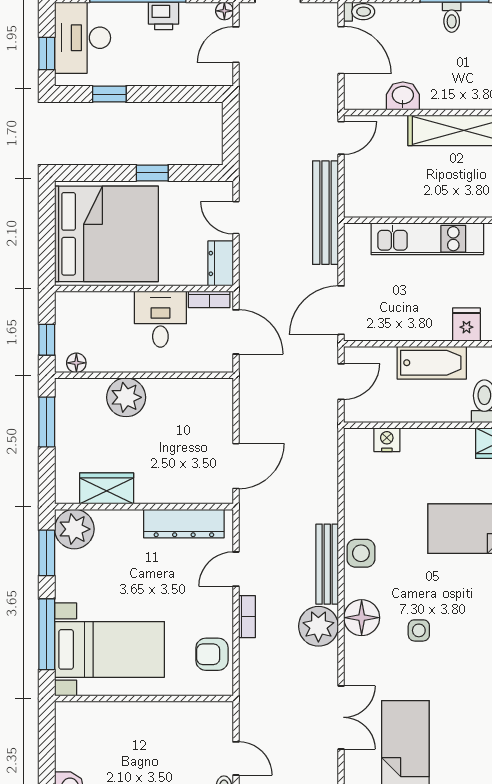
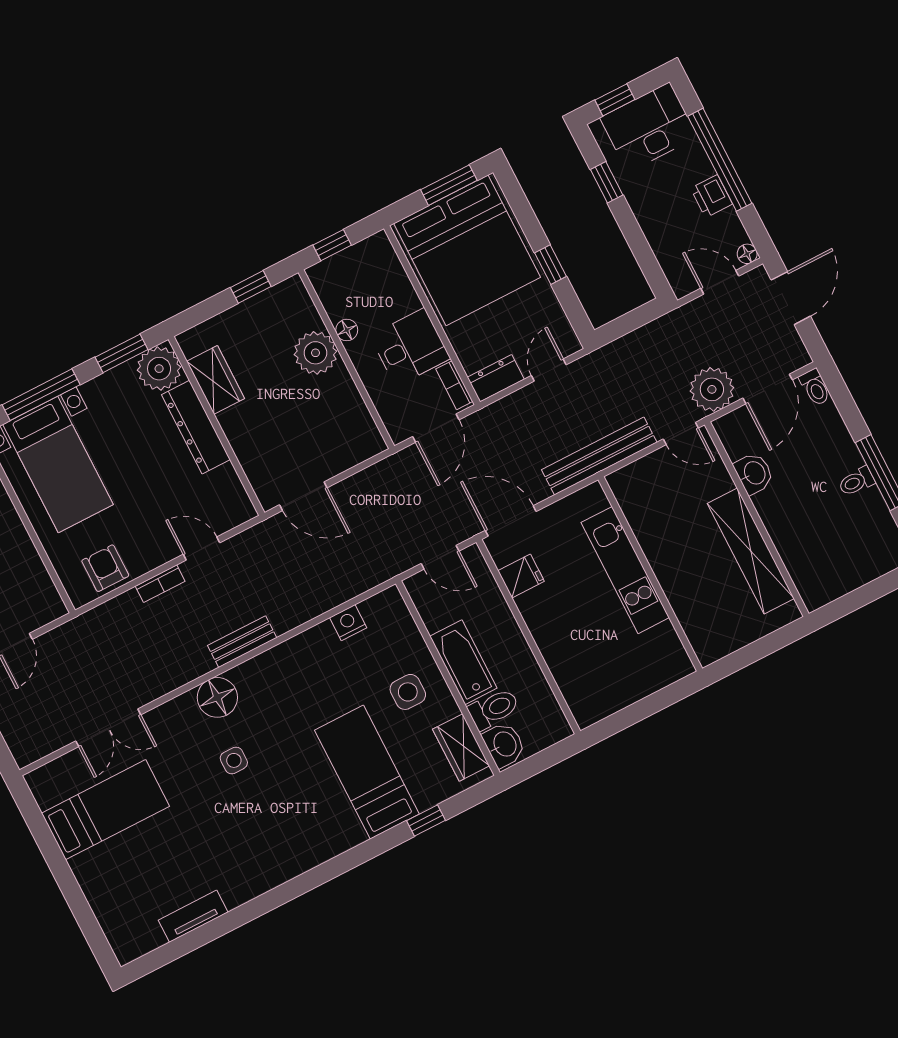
window: (47, 221) -> (449, 185), added
fridge: (466, 325) -> (521, 576), moved
floor lamp: (76, 363) -> (347, 330), moved
bathtub: (432, 363) -> (463, 662), moved, turned 180
window: (47, 422) -> (251, 287), width x0.67
nightstand: (387, 440) -> (348, 623), moved, turned -90
dresser: (184, 524) -> (196, 427), moved
side table: (361, 553) -> (408, 692), moved
bench: (327, 564) -> (242, 642), width x0.73
plant: (318, 626) -> (712, 389), moved

